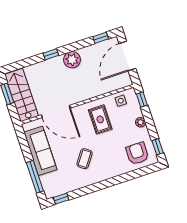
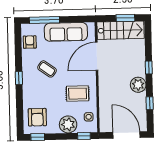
window: (101, 38) -> (150, 103), moved
plant: (140, 122) -> (68, 124), width x1.88, depth x1.88
armchair: (137, 153) -> (37, 117), turned 90
armchair: (62, 185) -> (30, 42), added
window: (61, 199) -> (19, 78), moved

